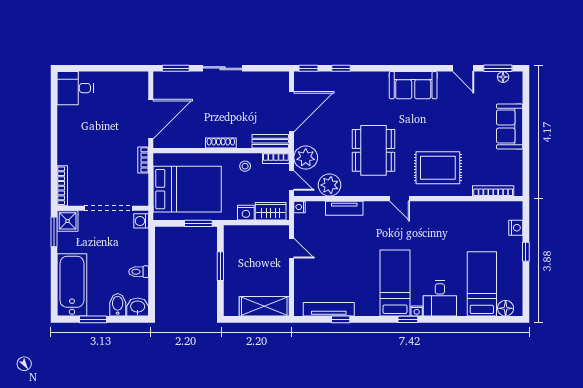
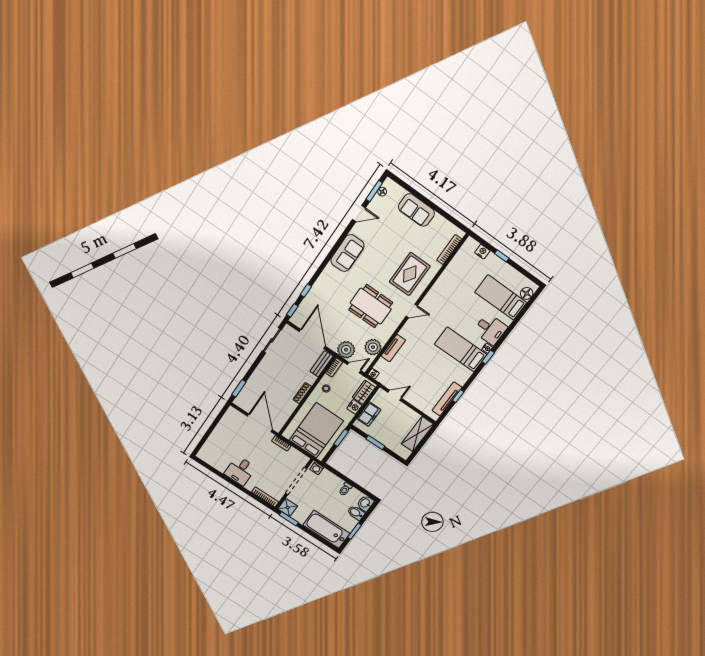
sliding door: (222, 68) -> (272, 340), moved
desk: (75, 88) -> (240, 471), moved
freezer: (249, 235) -> (369, 414), added

